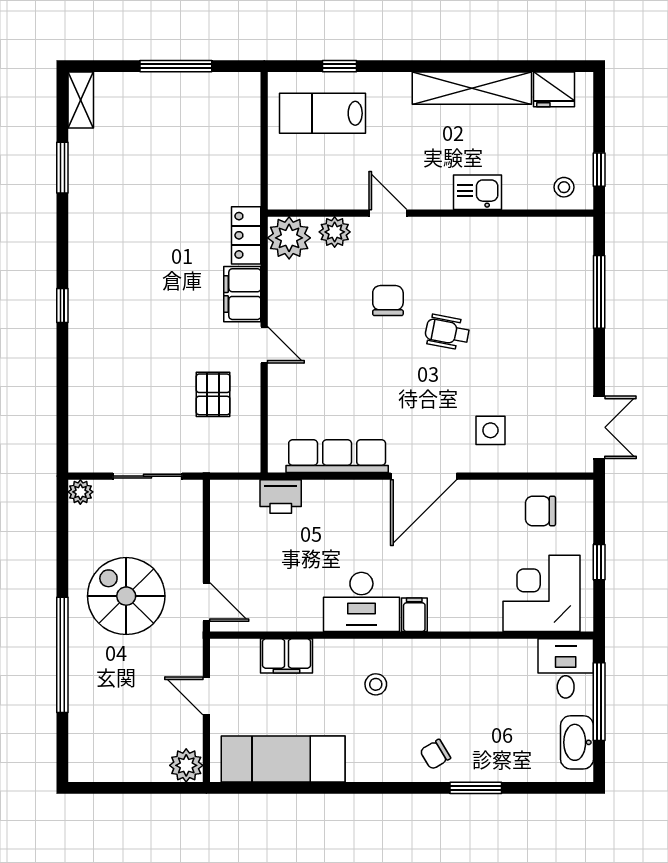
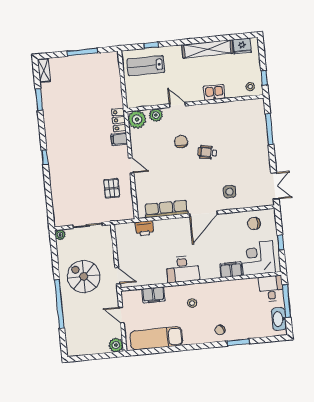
filing cabinet: (242, 294) -> (119, 139), width x0.50
filing cabinet: (414, 615) -> (231, 270), moved, width x2.00

